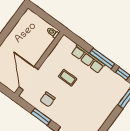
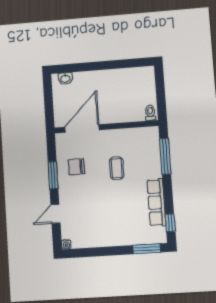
window: (102, 58) -> (165, 156), moved
row of seats: (88, 59) -> (156, 202), moved

